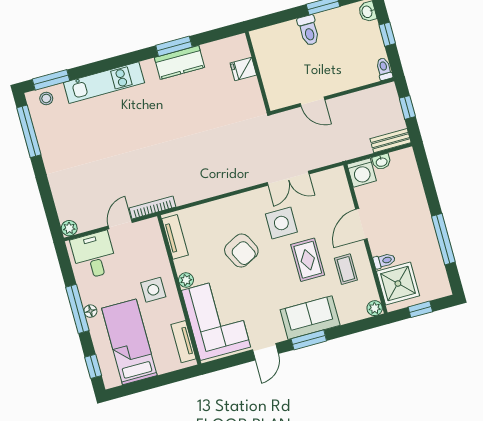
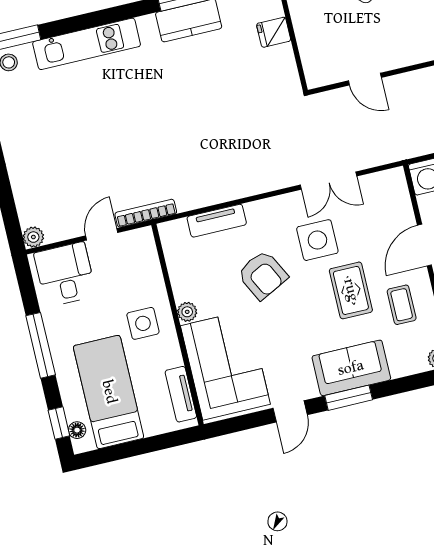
tv unit: (175, 237) -> (217, 221), moved, turned 90
floor lamp: (90, 311) -> (77, 430), moved

